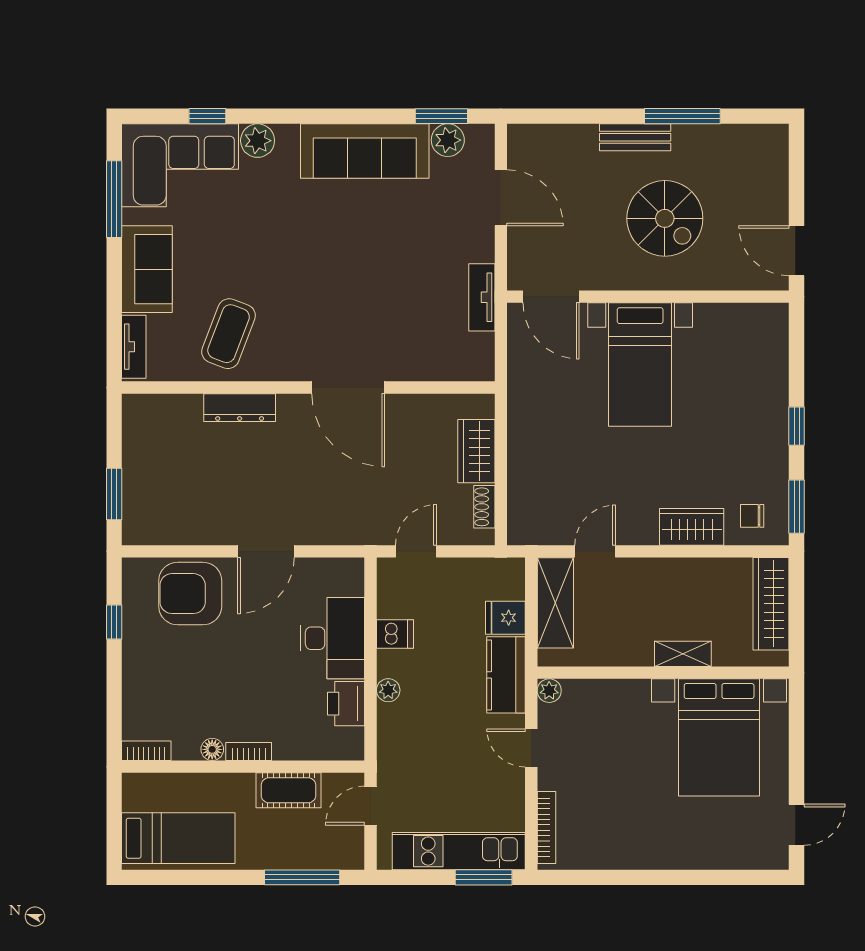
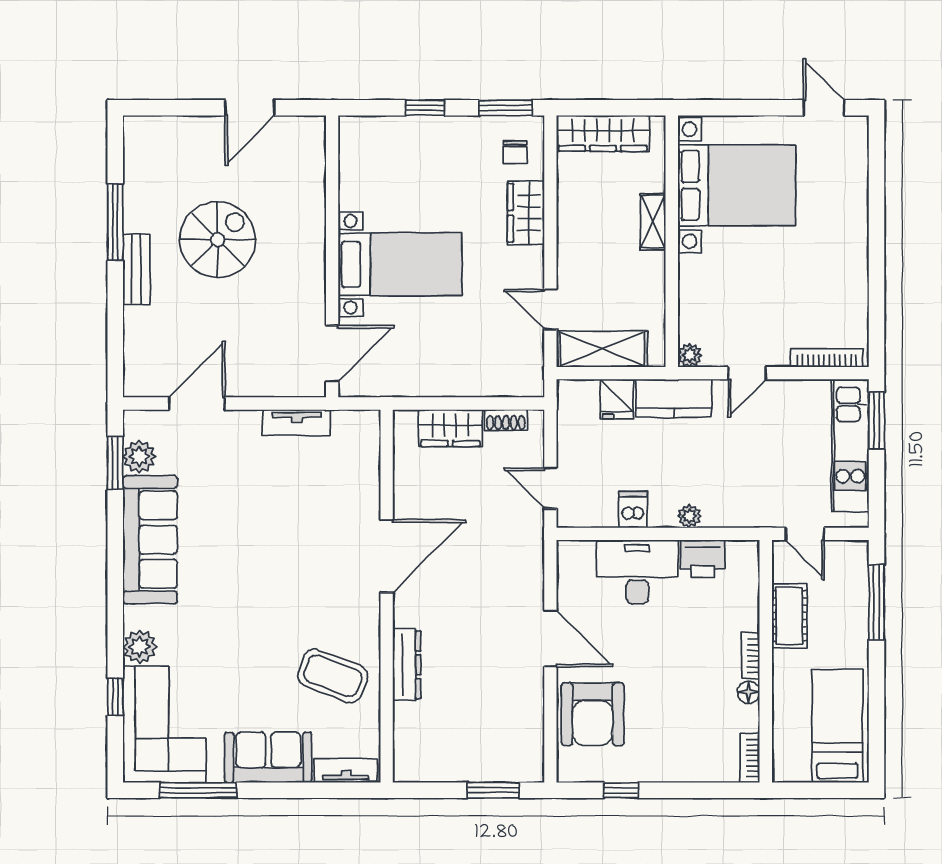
door: (551, 297) -> (332, 353), moved
wall: (648, 297) -> (332, 256), moved
bed with nightstands: (640, 364) -> (400, 264), moved

